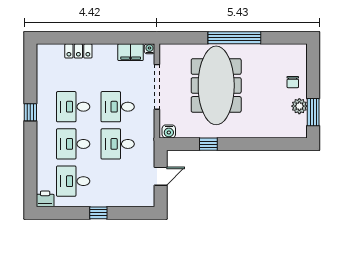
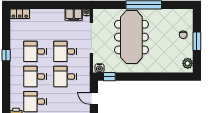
locker: (78, 51) -> (20, 14), moved
plant: (299, 106) -> (188, 63), moved
window: (313, 112) -> (197, 41), moved
window: (208, 144) -> (109, 77), moved
door: (161, 176) -> (94, 98), swing flipped

